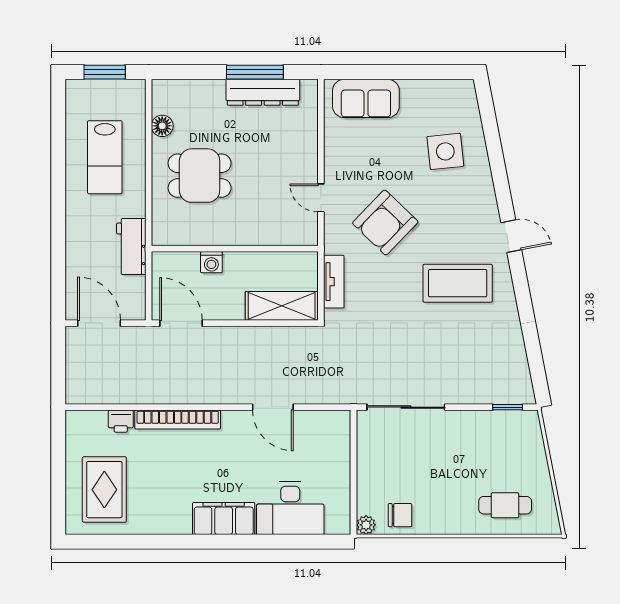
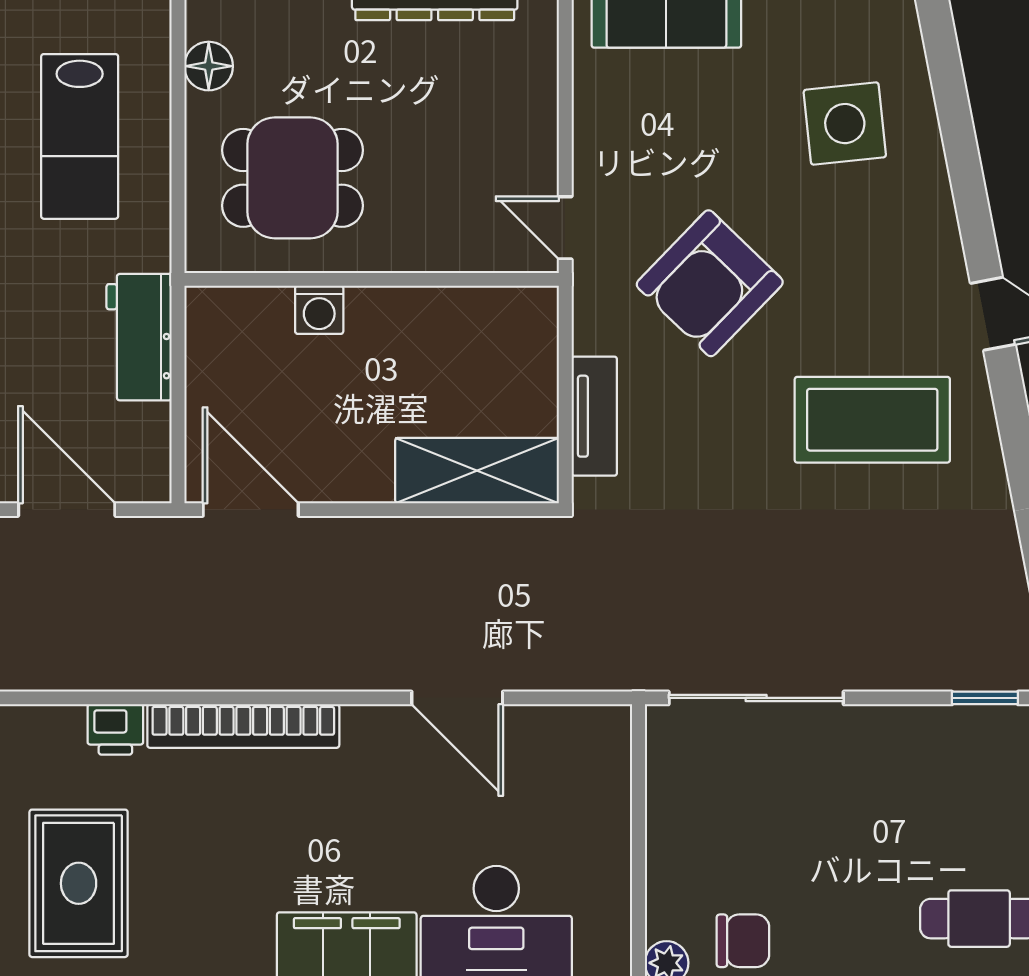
wall: (235, 249) -> (372, 279), moved
washing machine: (211, 262) -> (319, 310), moved

